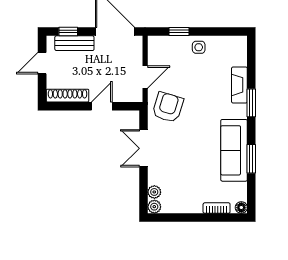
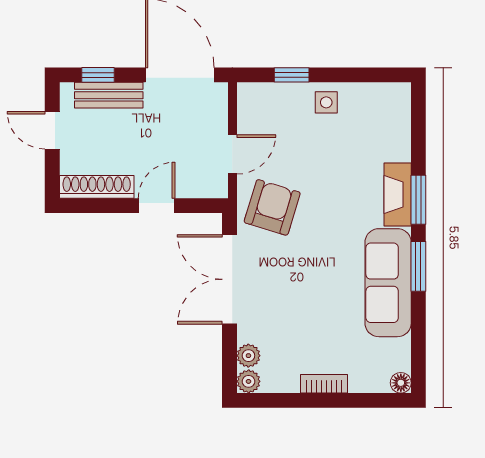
door: (42, 63) -> (52, 130), hinge flipped
fireplace: (239, 85) -> (398, 194), moved
double door: (143, 148) -> (229, 279), width x1.37
window: (251, 159) -> (418, 266), moved
bookcase: (217, 208) -> (324, 384), moved

